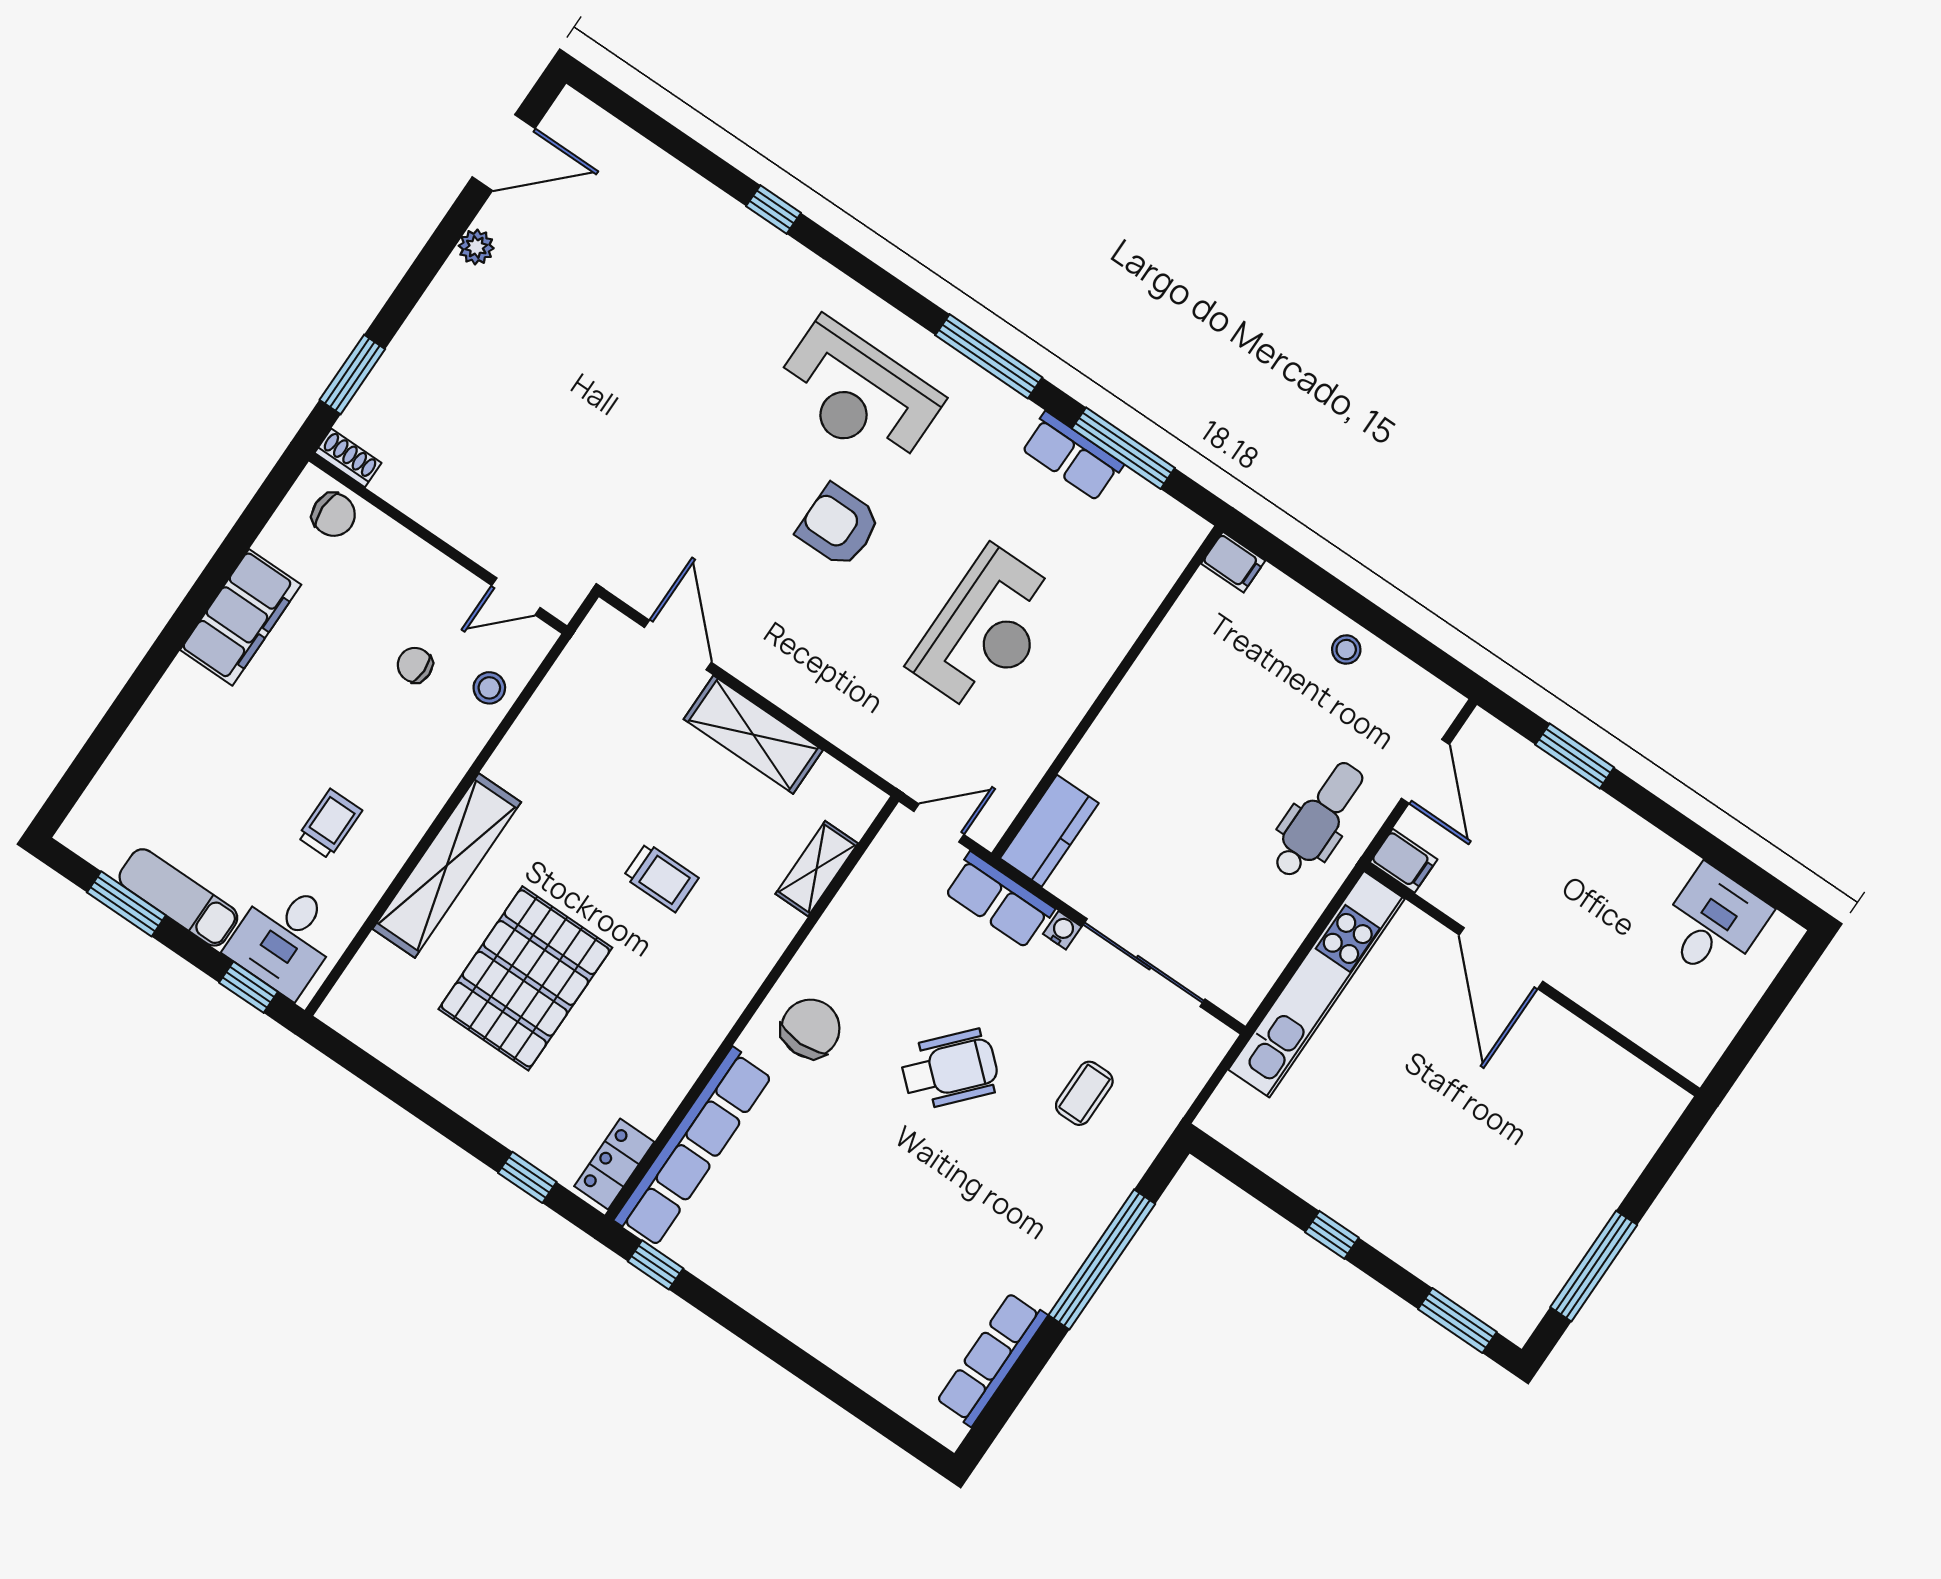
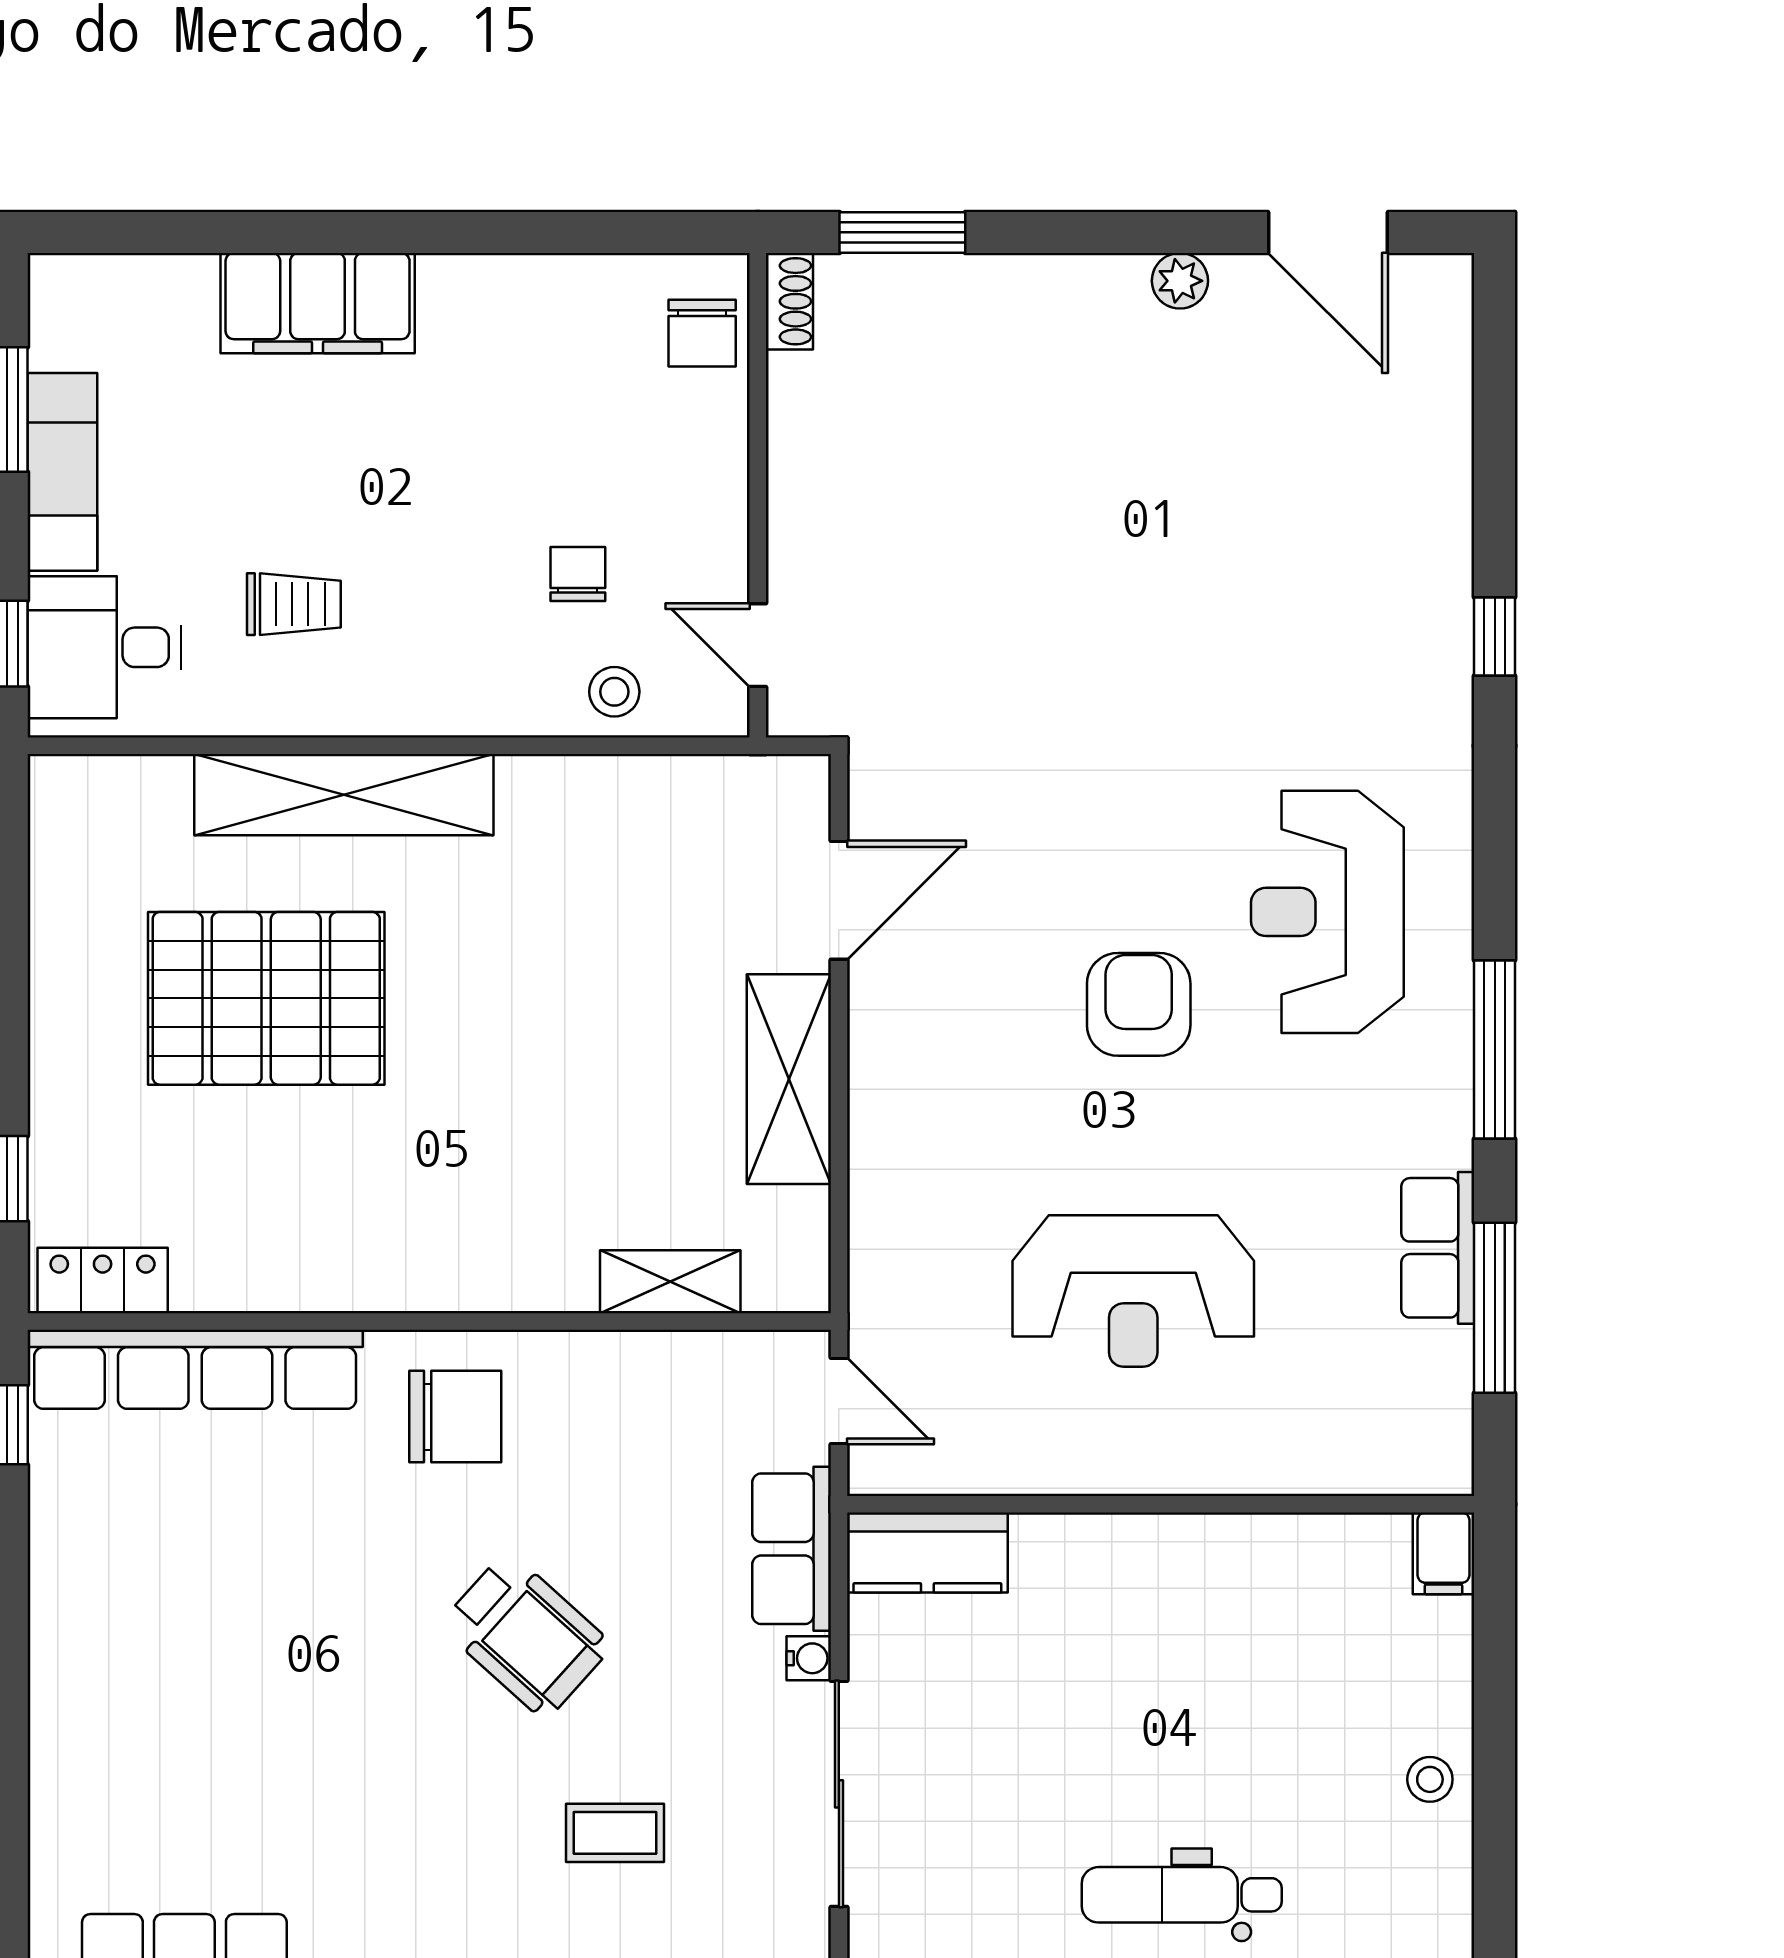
filing cabinet: (241, 617) -> (318, 303), moved
dental chair: (1318, 820) -> (1182, 1895), turned 180
trolley: (661, 877) -> (519, 1086), removed

